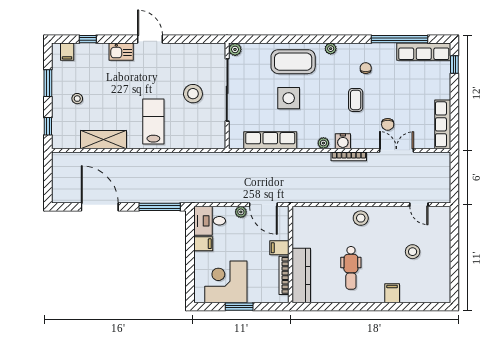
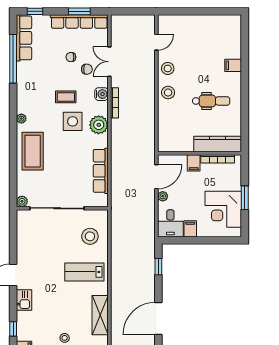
chair: (366, 68) -> (71, 57), moved
stool: (193, 94) -> (90, 236), moved
side table: (289, 98) -> (73, 121), moved
window: (454, 116) -> (79, 11), added
row of seats: (443, 124) -> (79, 21), width x1.36
water cooler: (343, 141) -> (101, 94), moved
plant: (323, 143) -> (99, 125), width x1.88, depth x1.88
window: (160, 207) -> (158, 267), width x0.46
stool: (413, 252) -> (168, 68), moved

